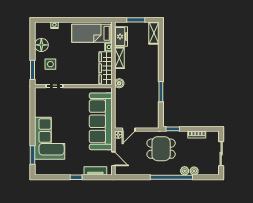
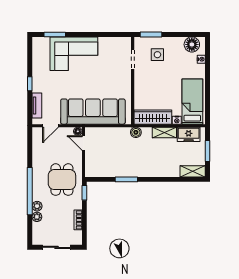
floor lamp: (41, 45) -> (192, 44), moved

